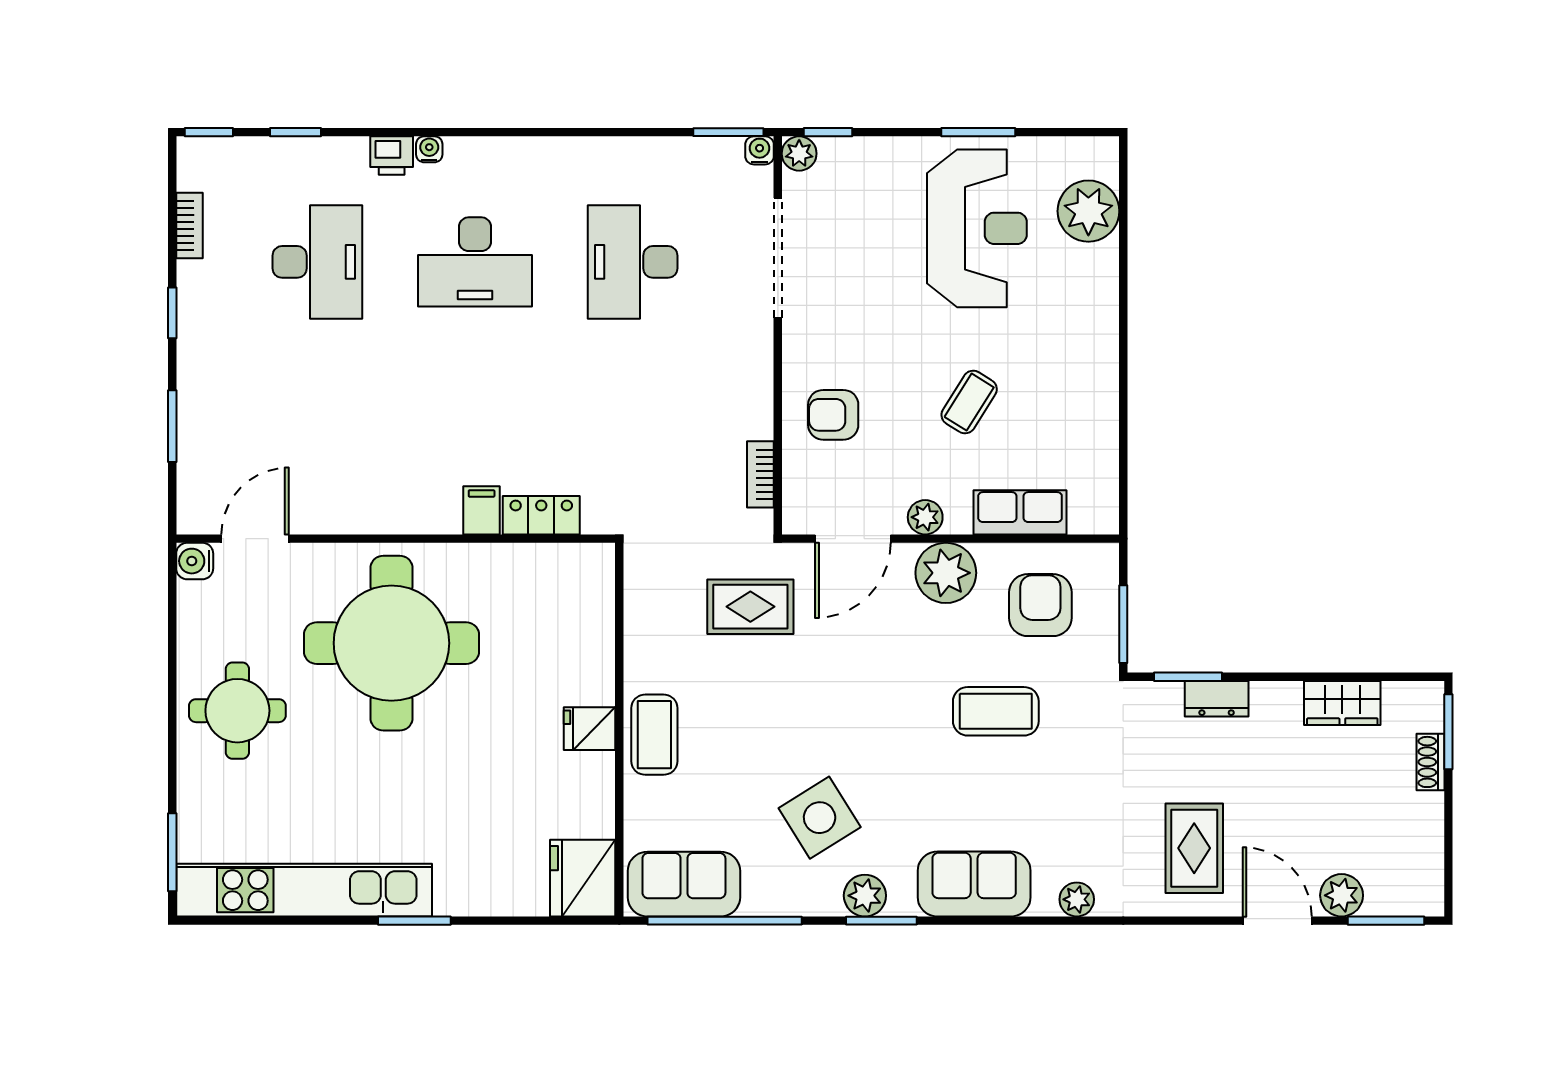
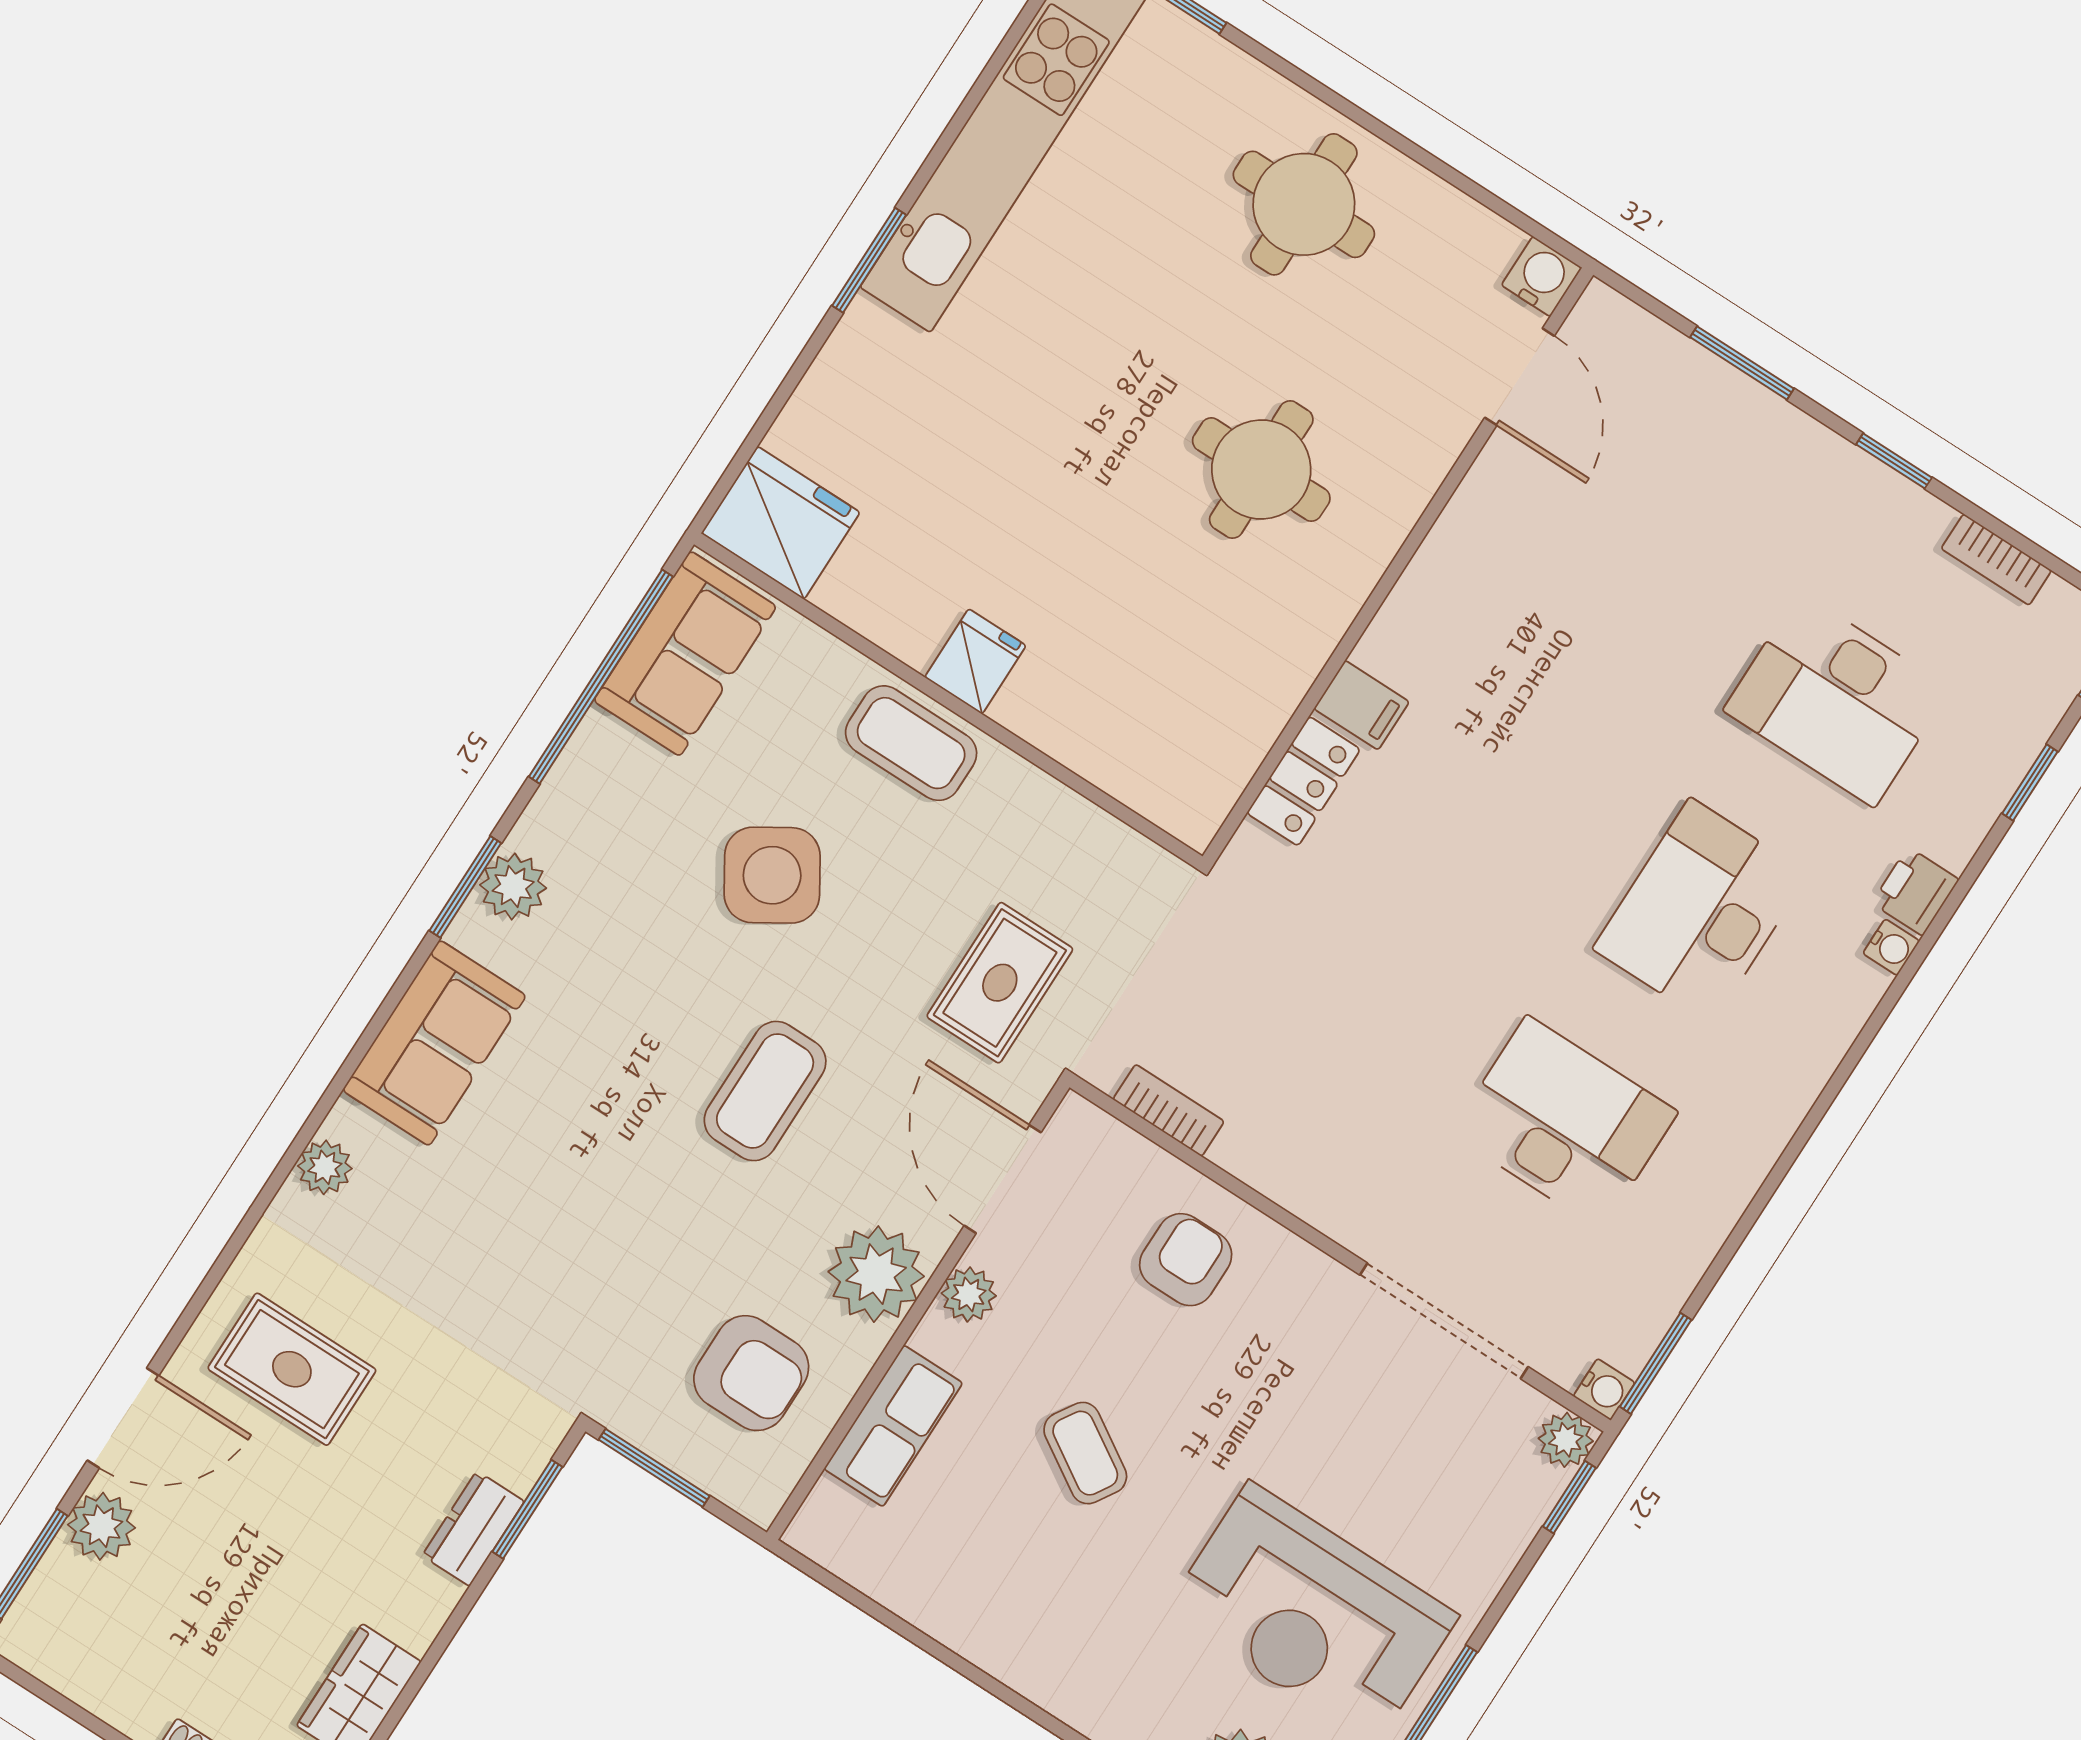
round table: (391, 643) -> (1261, 470), width x0.54, depth x0.54
coffee table: (996, 711) -> (765, 1091), moved
side table: (820, 818) -> (772, 875), moved

